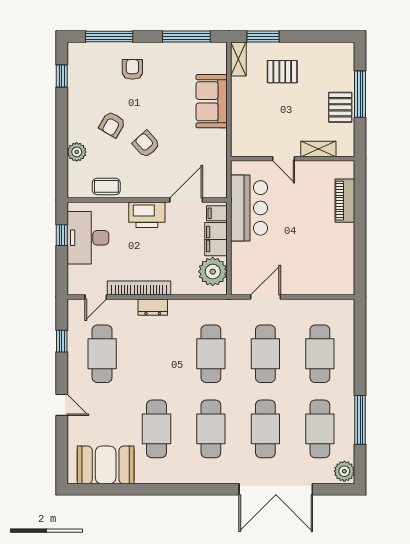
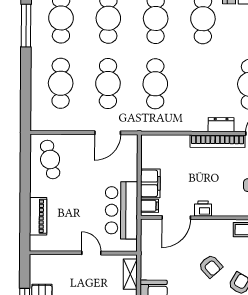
shelving: (318, 149) -> (130, 274), moved, turned 90
printer: (147, 215) -> (203, 209), width x0.53, depth x0.68
cafe table: (332, 266) -> (50, 159), added
plant: (213, 272) -> (153, 155), removed
dresser: (153, 307) -> (221, 125), moved

